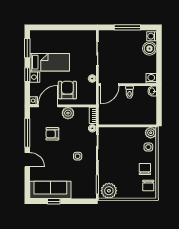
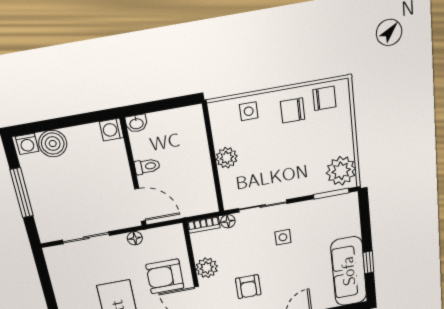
plant: (151, 133) -> (227, 158), moved

